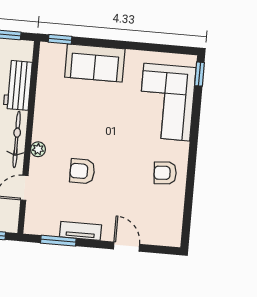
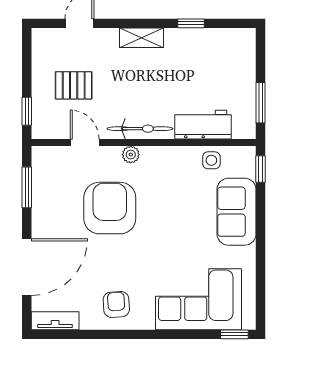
side table: (49, 81) -> (211, 160), added
armchair: (82, 171) -> (110, 208), width x1.88, depth x1.88
tv unit: (80, 231) -> (55, 321), moved, turned -90
door: (127, 247) -> (27, 267), width x1.87

